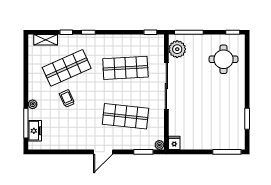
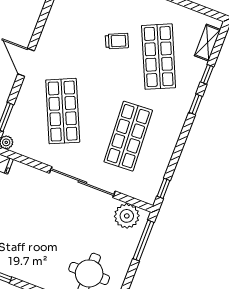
shop shelf: (125, 116) -> (63, 111), turned -30

